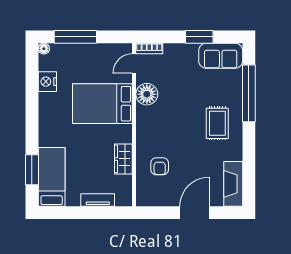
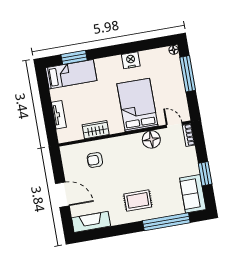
nightstand: (47, 82) -> (131, 60), moved

